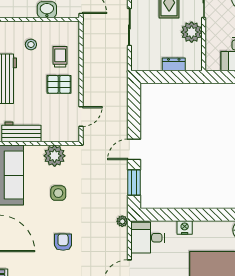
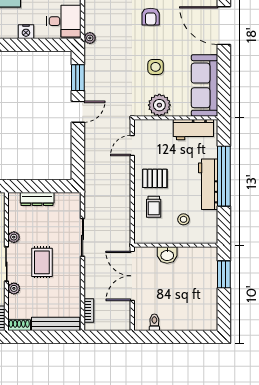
plant: (192, 32) -> (14, 237), width x0.53, depth x0.53
dresser: (174, 64) -> (37, 199), width x1.44

